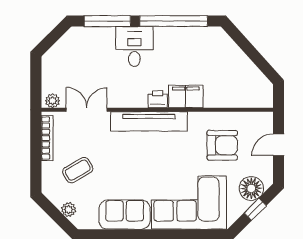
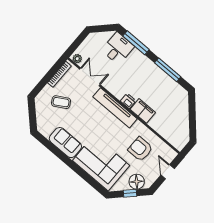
window: (174, 21) -> (168, 70), width x0.68
desk: (134, 47) -> (118, 48), moved
armchair: (222, 145) -> (140, 149), turned 180
door: (279, 145) -> (168, 172), hinge flipped
plant: (69, 210) -> (41, 117), removed

